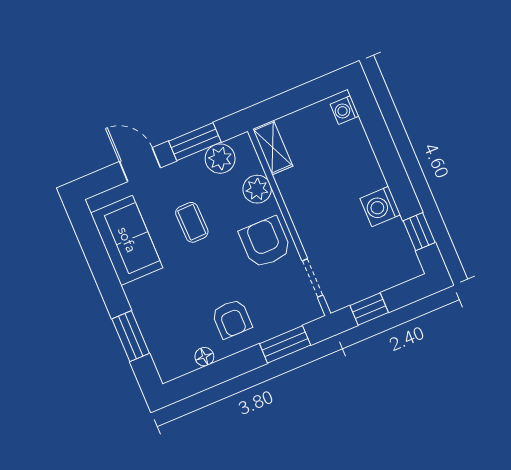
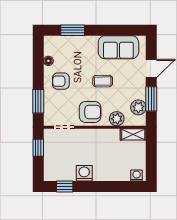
coffee table: (192, 222) -> (103, 81), moved

